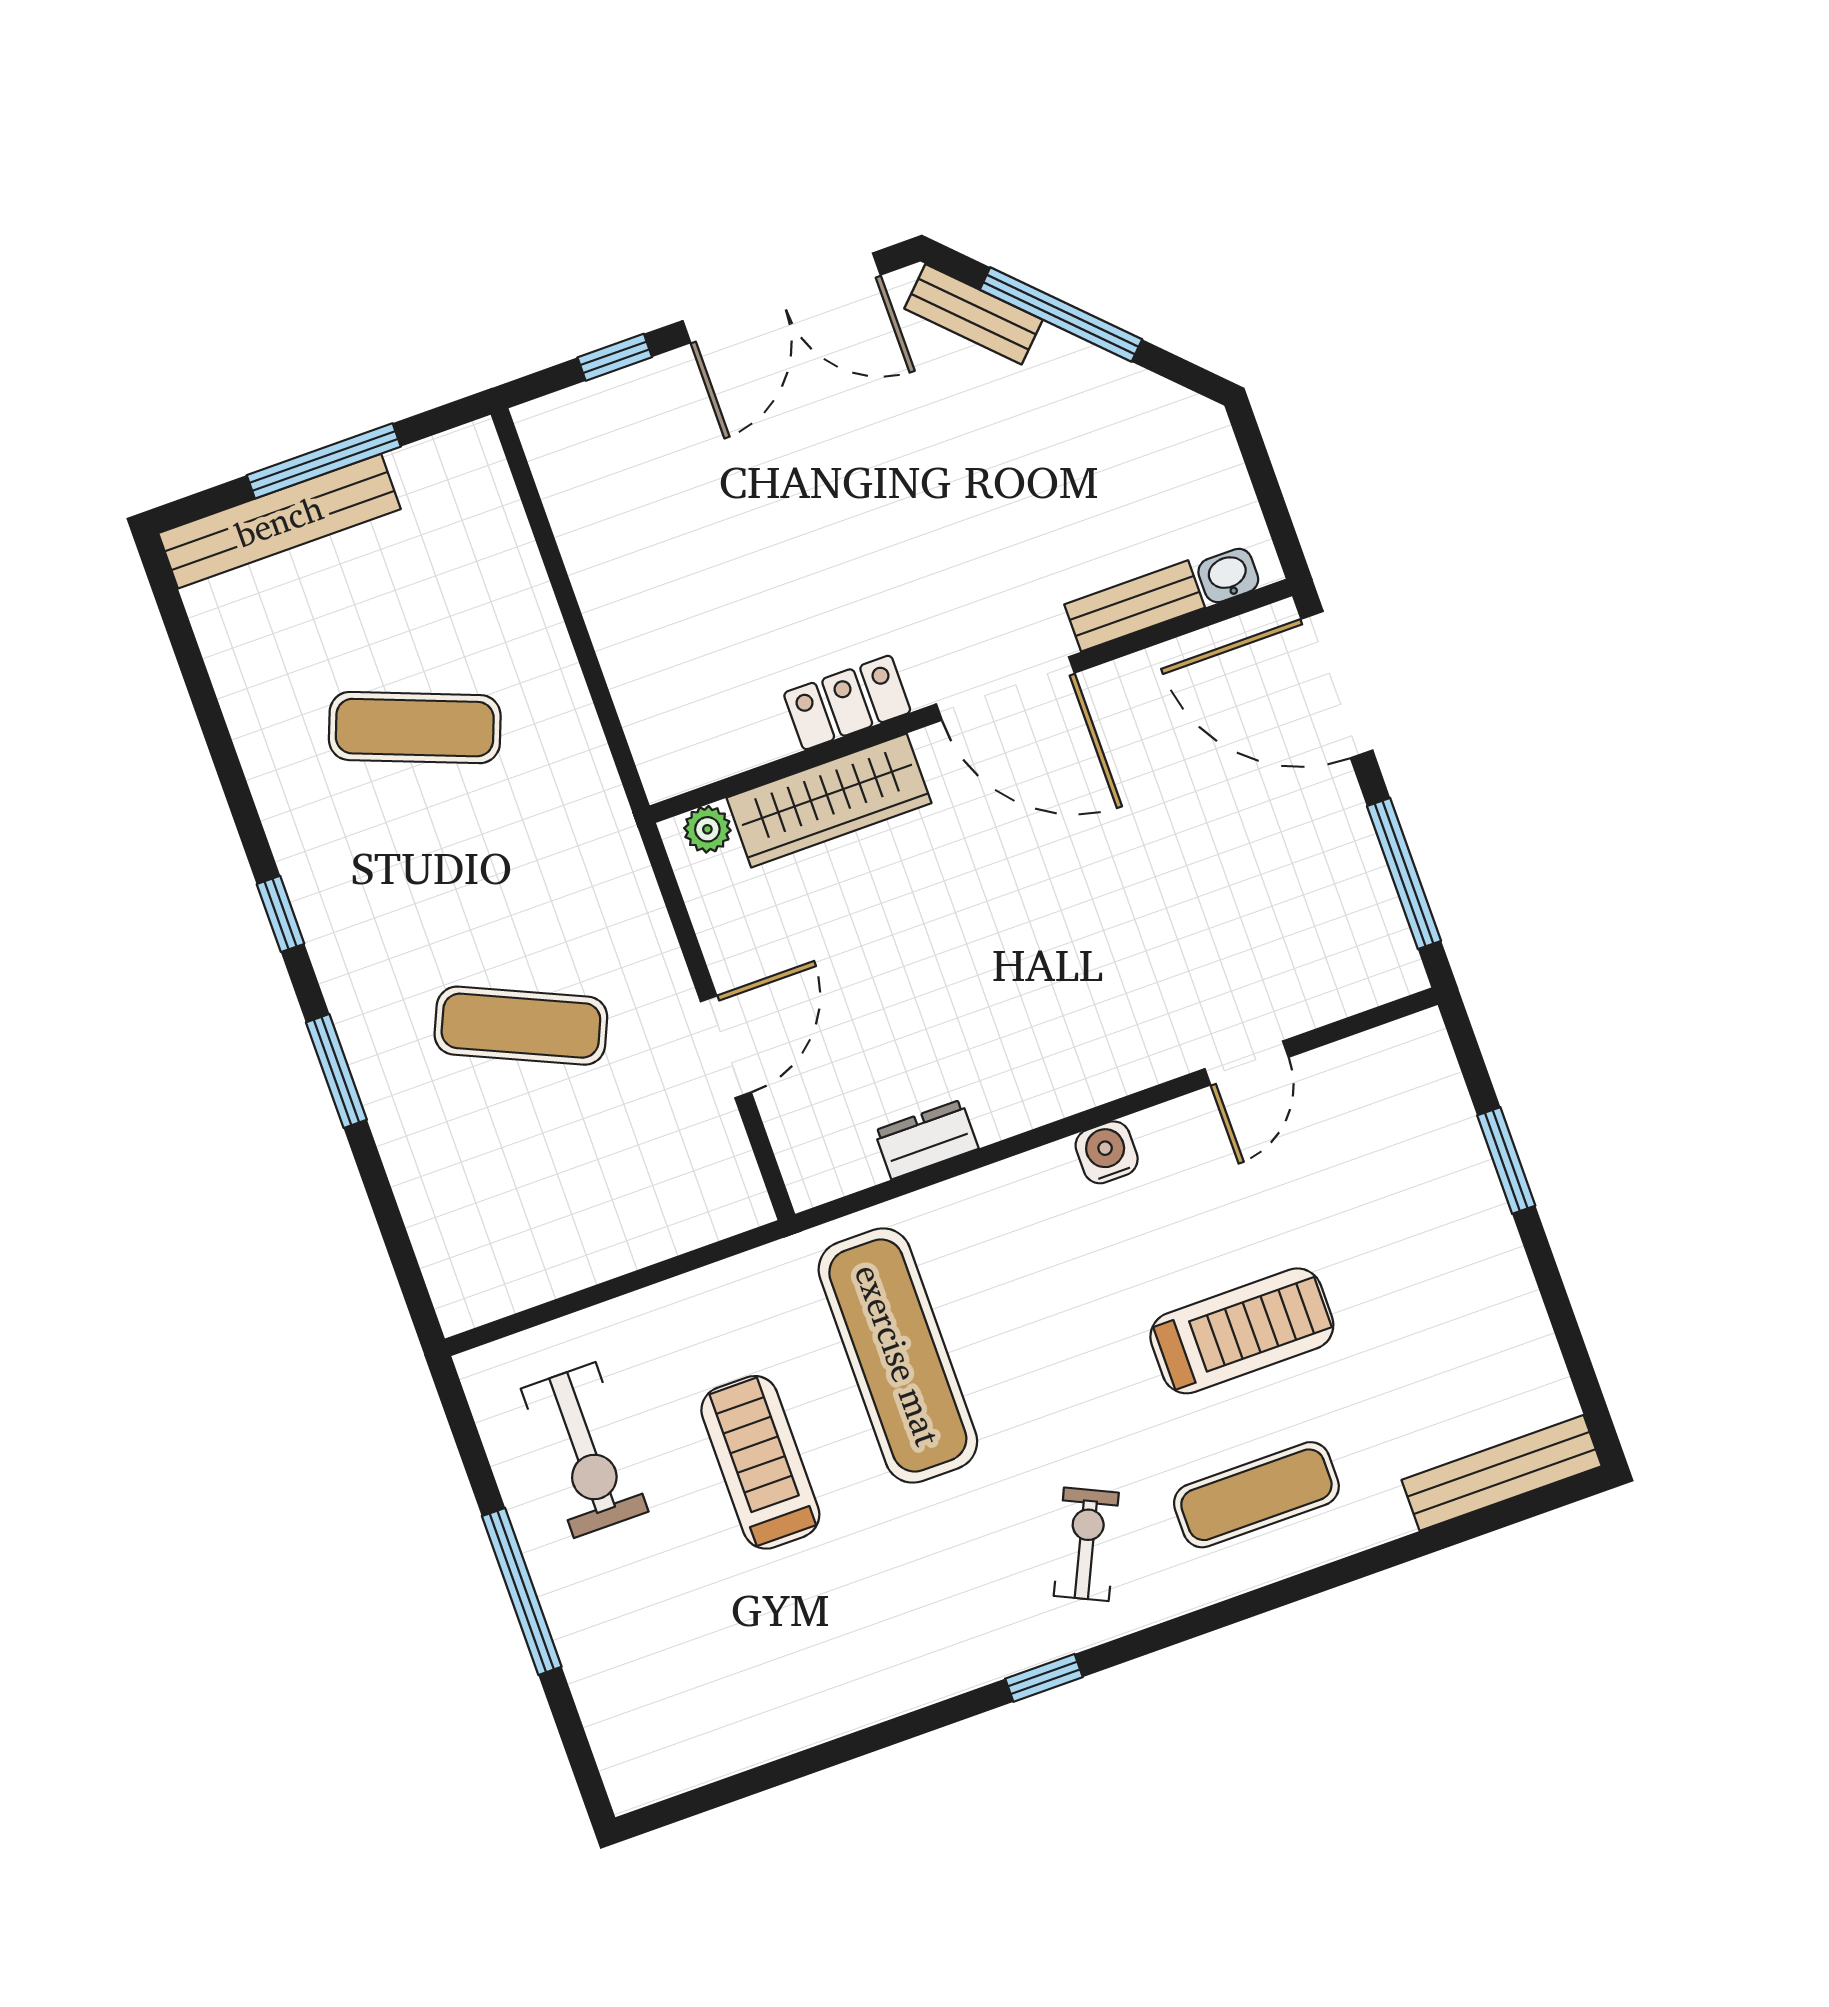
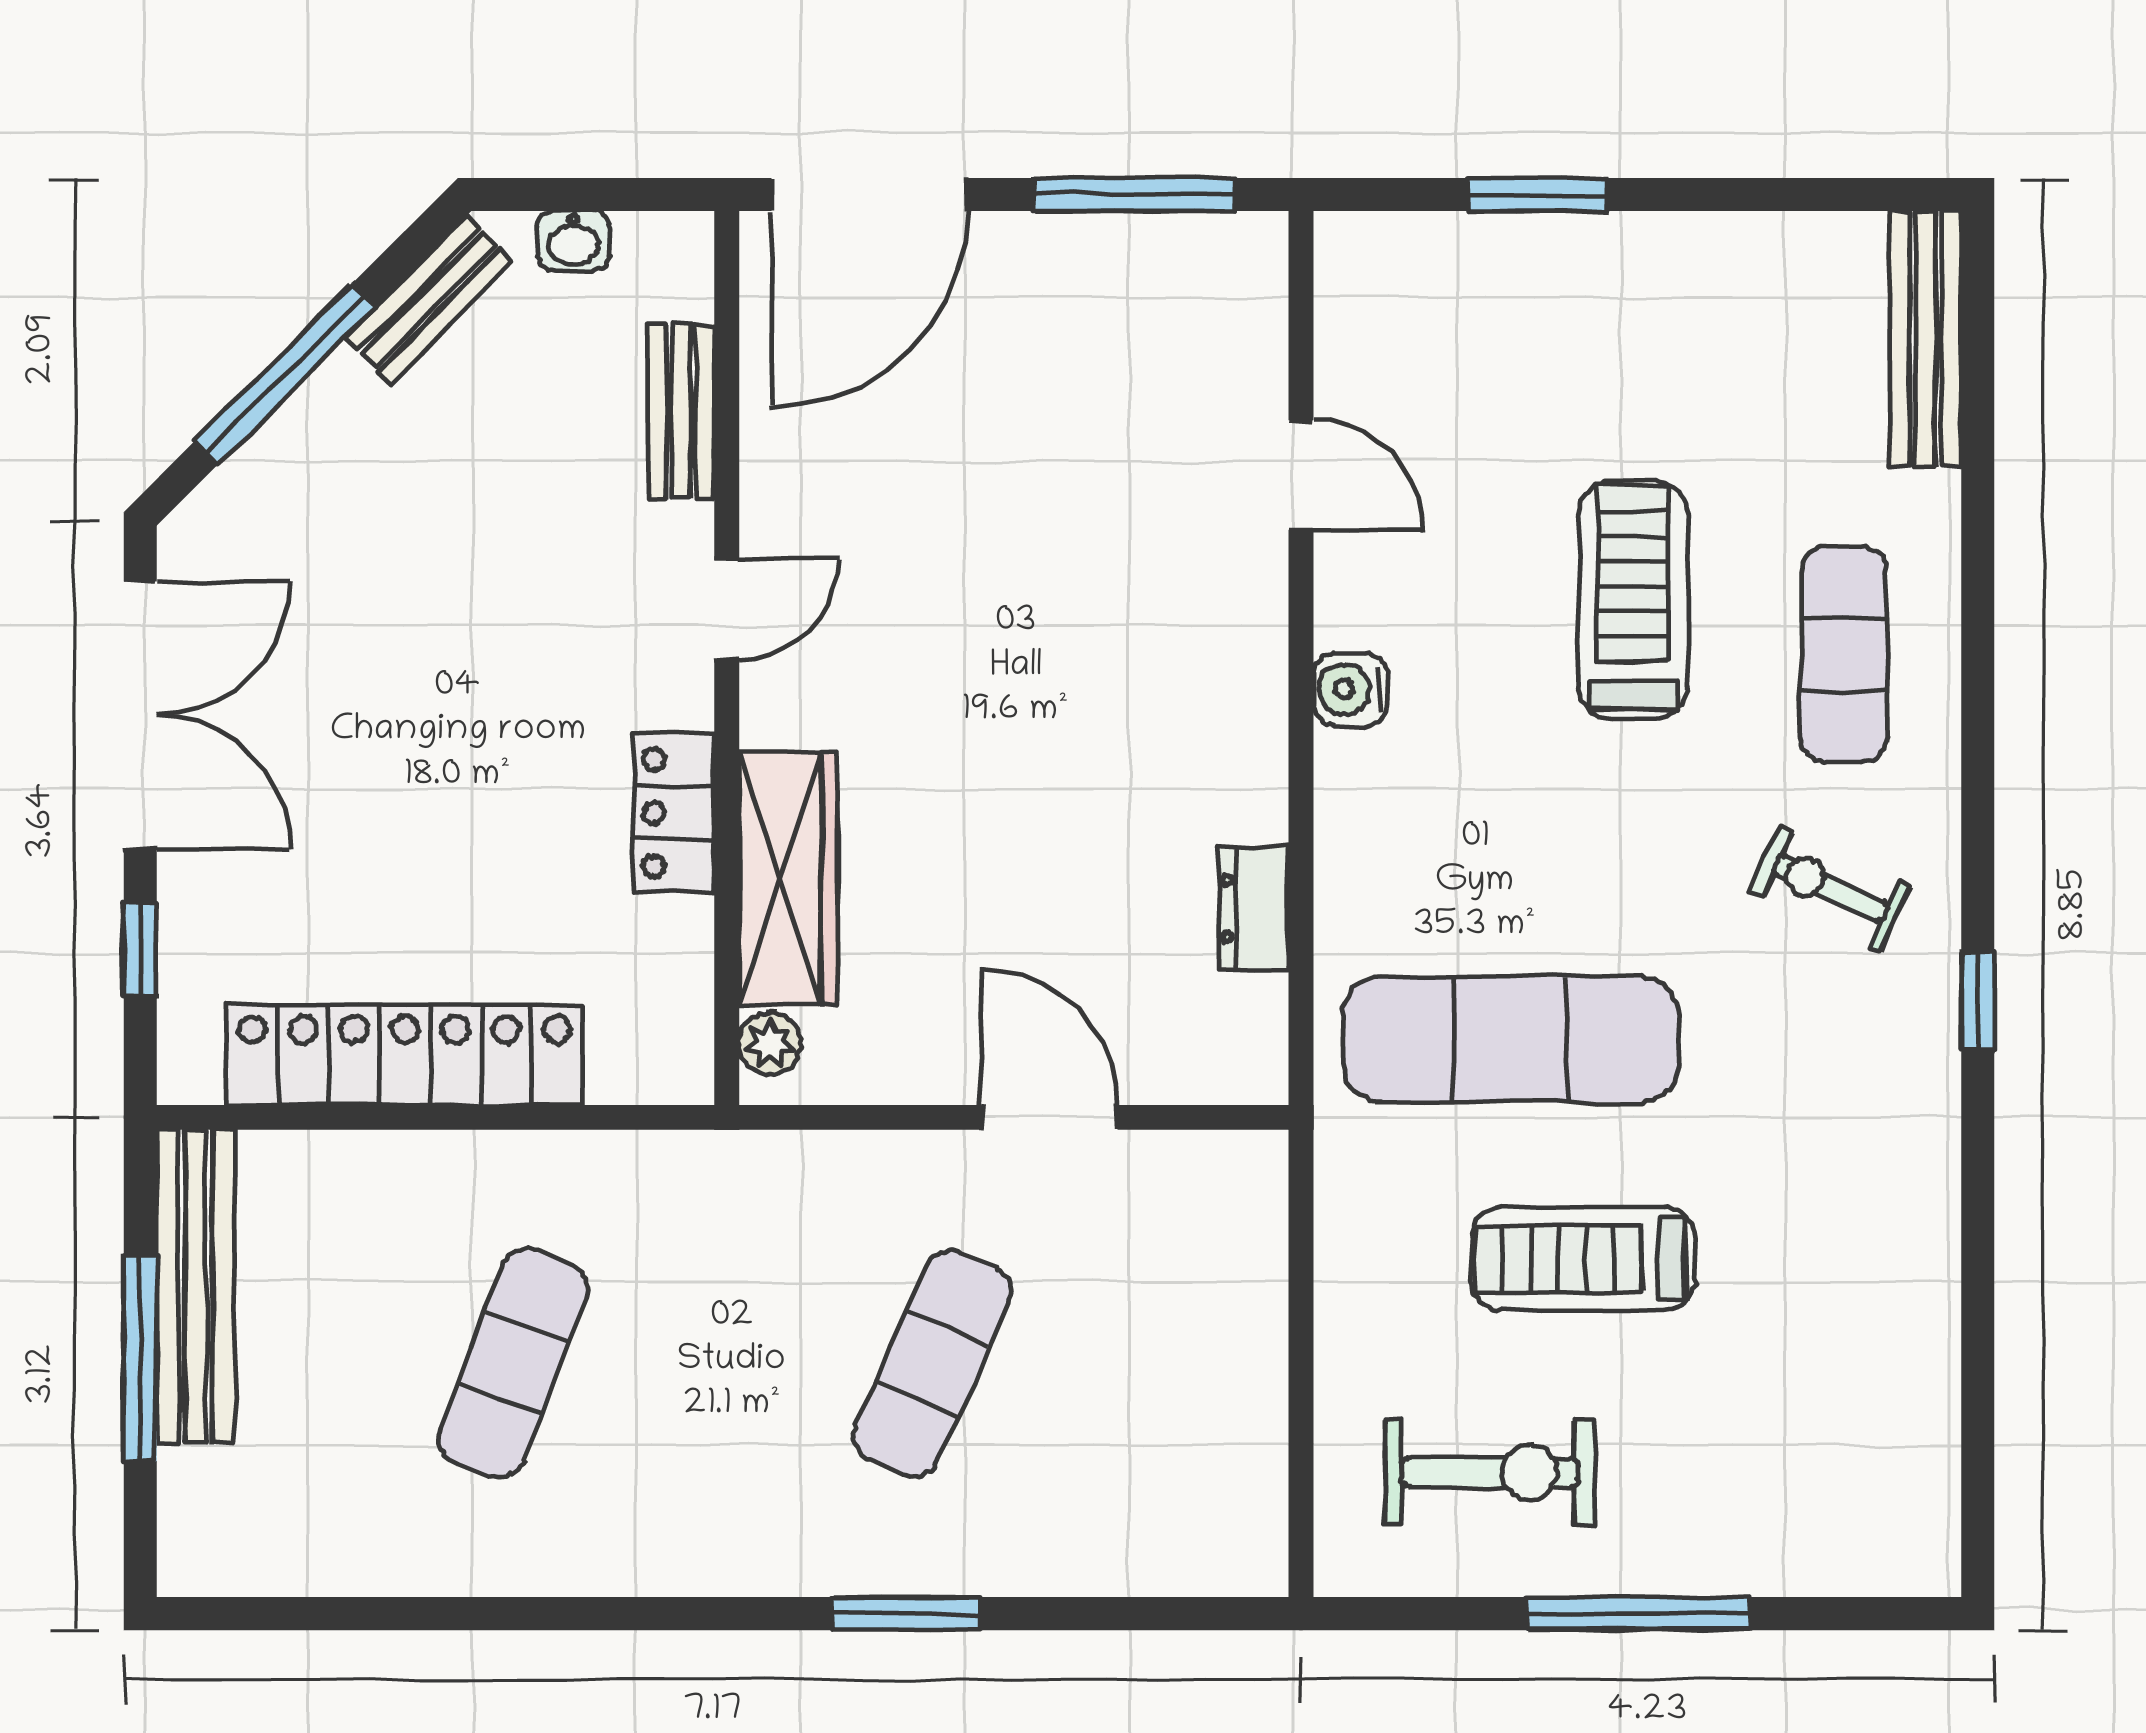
bench: (974, 314) -> (429, 300), moved
bench: (279, 521) -> (196, 1286), moved
locker: (607, 572) -> (405, 1055), added
washbasin: (1228, 575) -> (574, 240), moved, turned -90
door: (1005, 689) -> (727, 610), width x0.53
window: (281, 914) -> (686, 1614), removed

